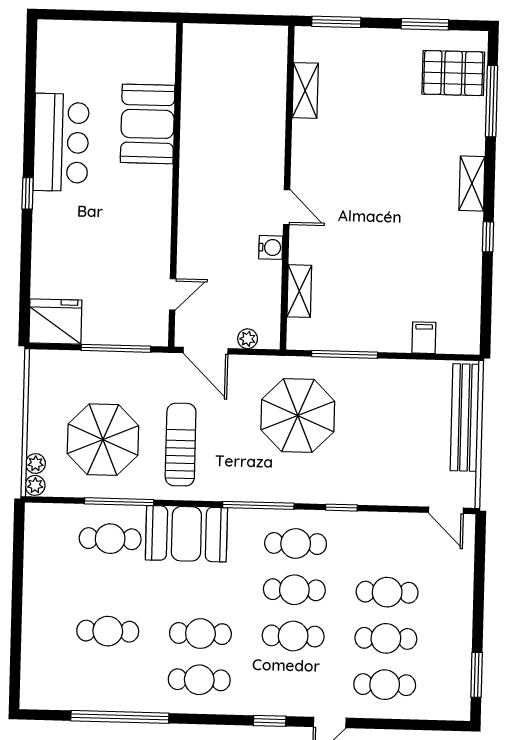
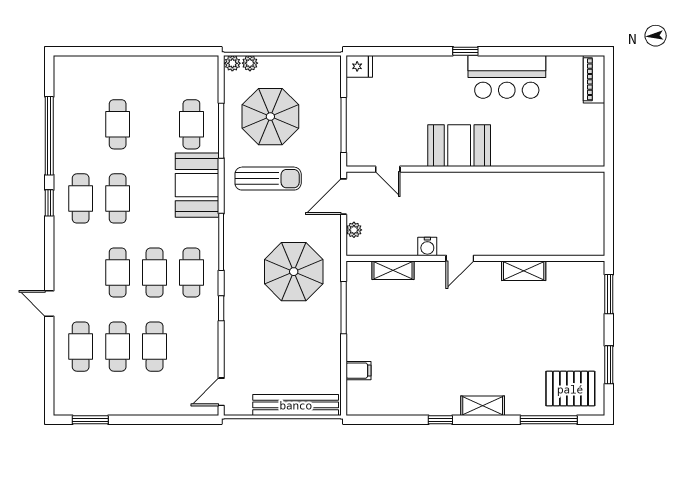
piano: (67, 33) -> (594, 79), added
pallet: (453, 73) -> (570, 389), turned 90
shelving: (305, 90) -> (524, 271), moved
booth: (148, 124) -> (459, 146), moved
fridge: (55, 322) -> (359, 66), width x0.53, depth x0.75
window: (270, 721) -> (49, 203), moved

